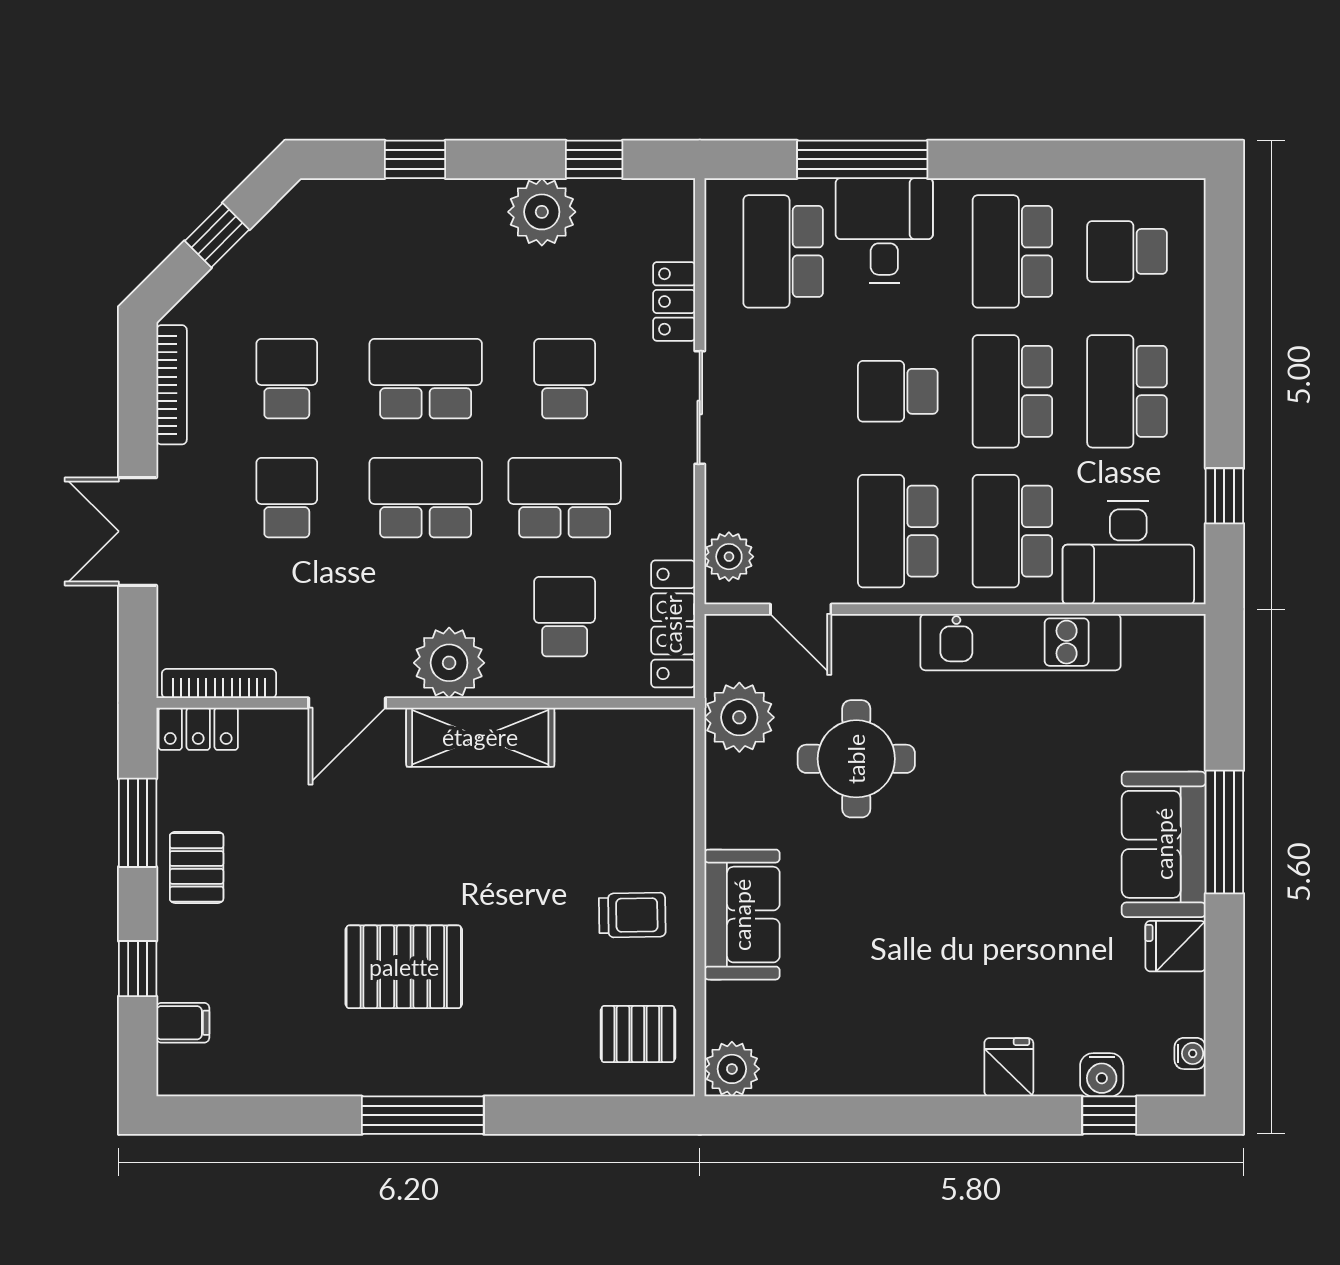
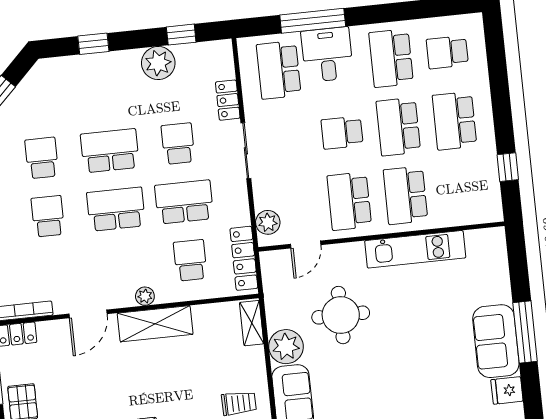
desk: (1128, 553) -> (463, 200), removed
door: (801, 609) -> (306, 244), hinge flipped
plant: (449, 663) -> (145, 296), width x0.53, depth x0.53
plant: (739, 717) -> (286, 347), moved
shelving: (675, 756) -> (252, 323), added

